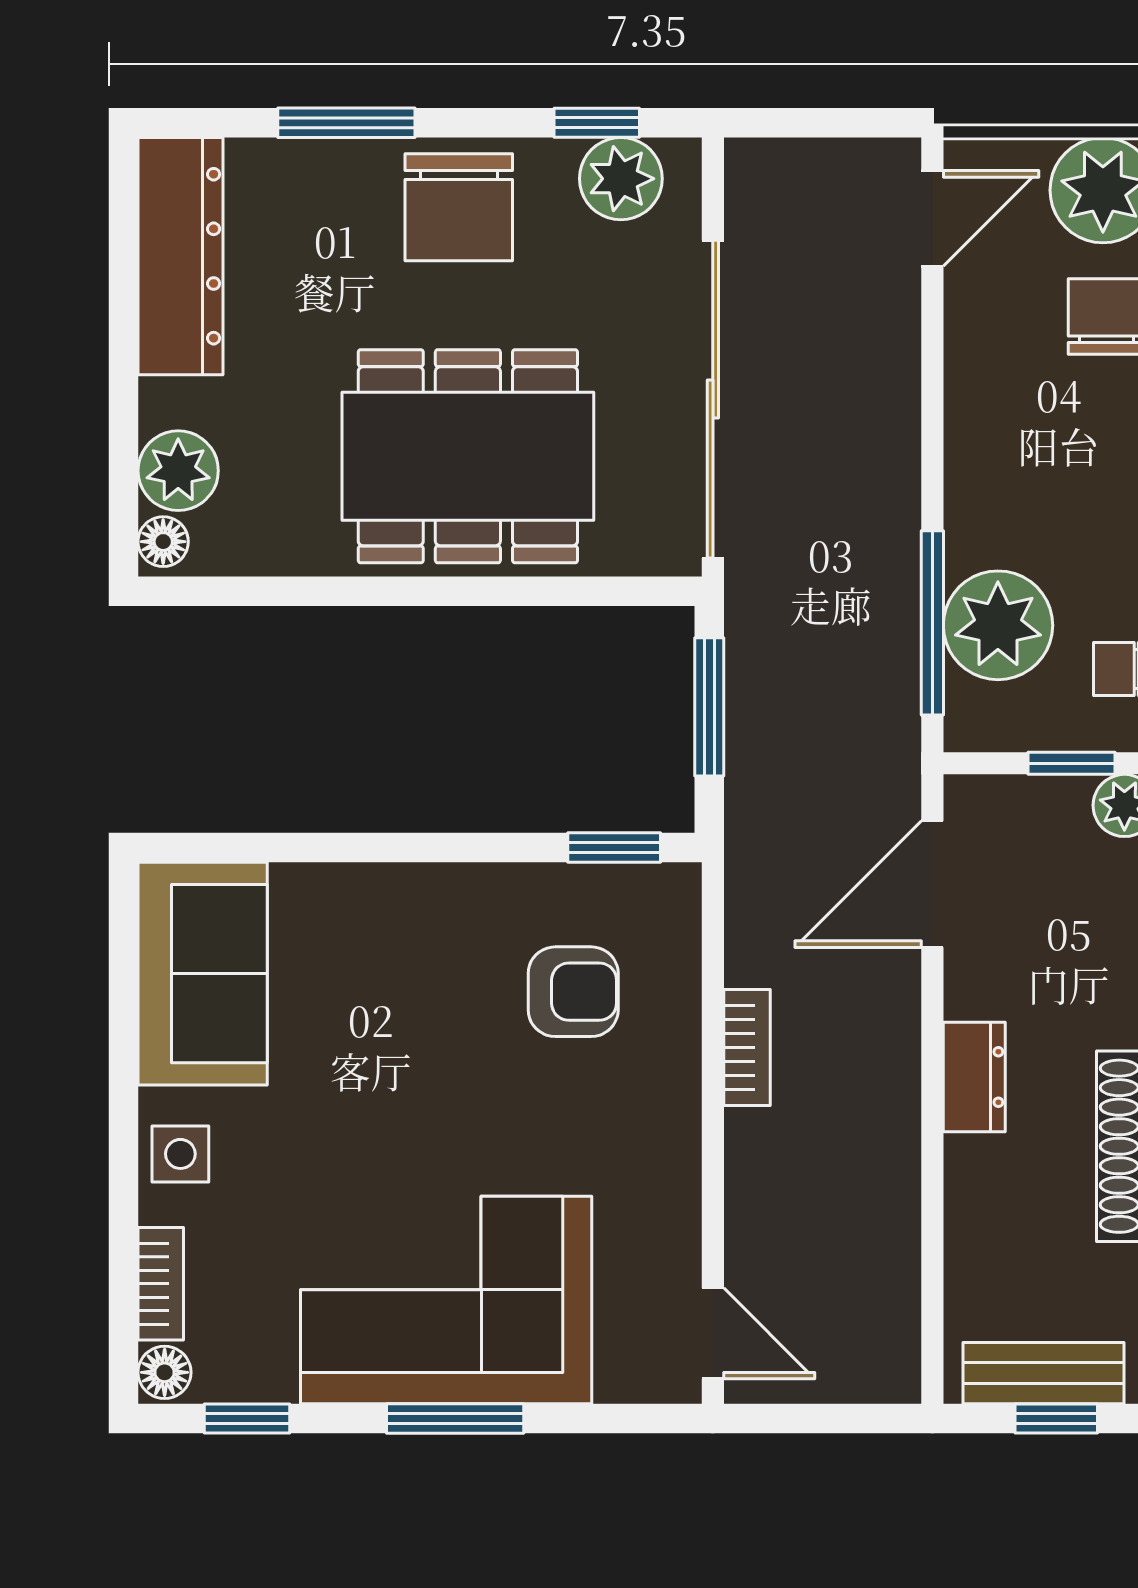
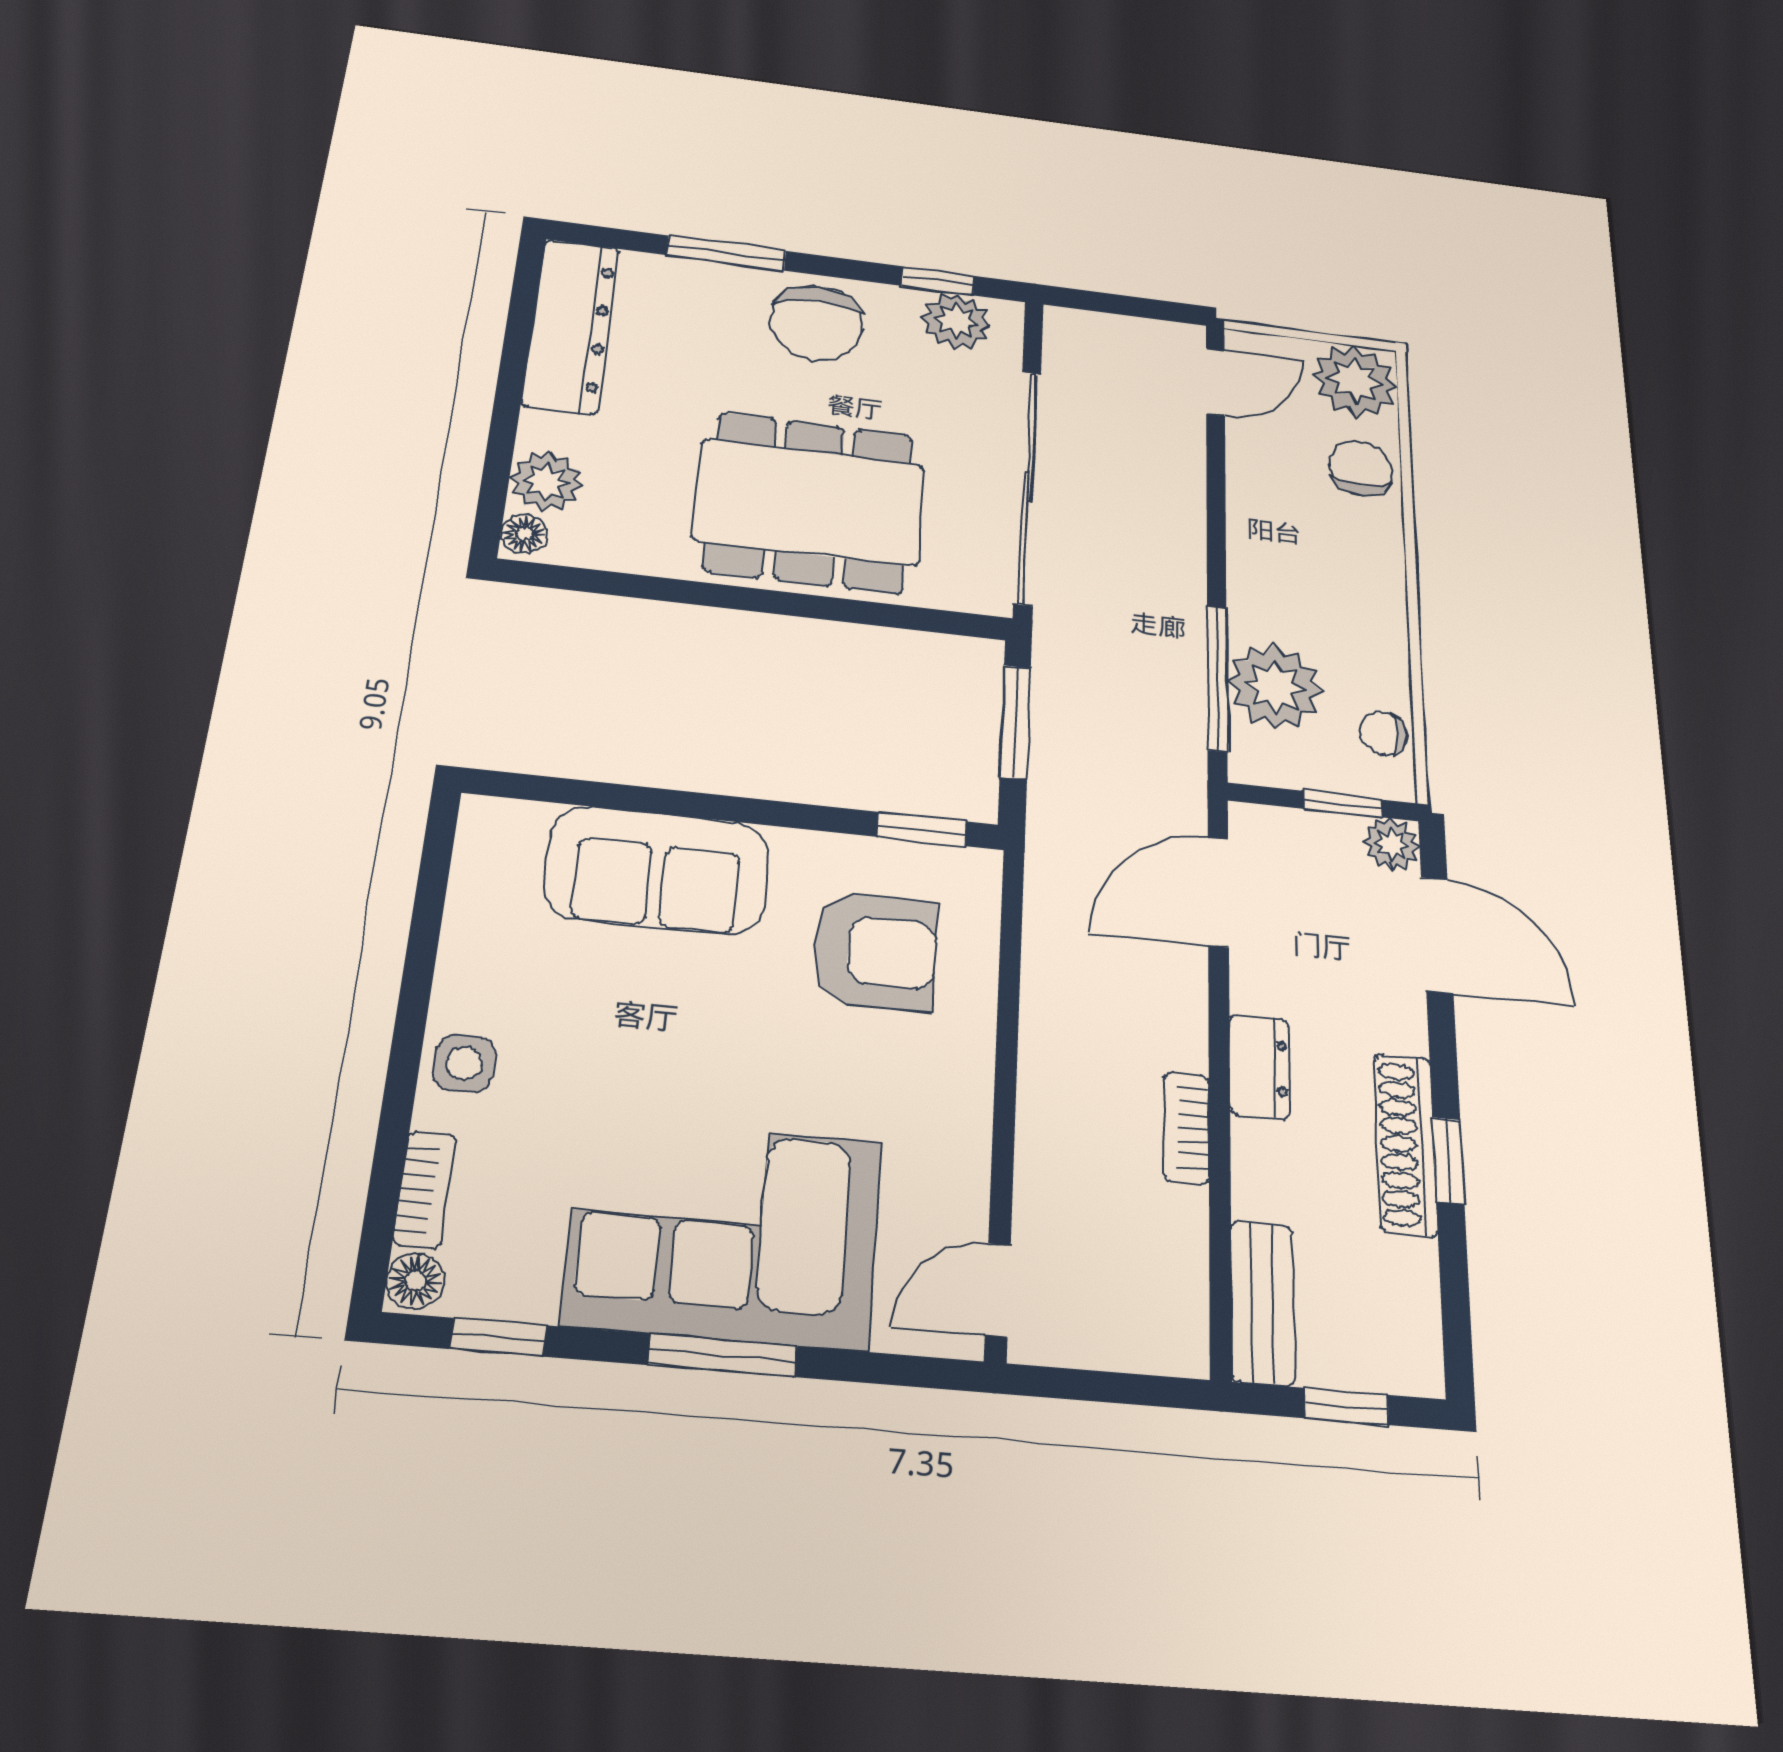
sofa: (203, 974) -> (657, 870), moved, turned 90
armchair: (573, 992) -> (875, 951), width x1.38, depth x1.38
bookcase: (747, 1048) -> (1186, 1128), moved, turned 180
door: (713, 1333) -> (998, 1290), swing flipped
bench: (1043, 1373) -> (1262, 1303), moved, turned 90

